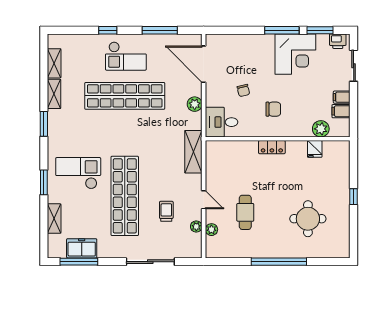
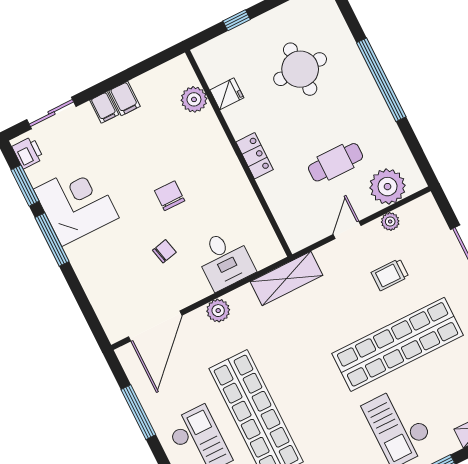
plant: (321, 129) -> (194, 99), moved
wall: (278, 139) -> (239, 153), moved
locker: (272, 147) -> (255, 156), moved
fridge: (315, 149) -> (227, 94), moved
plant: (211, 230) -> (388, 187), width x1.87, depth x1.87

